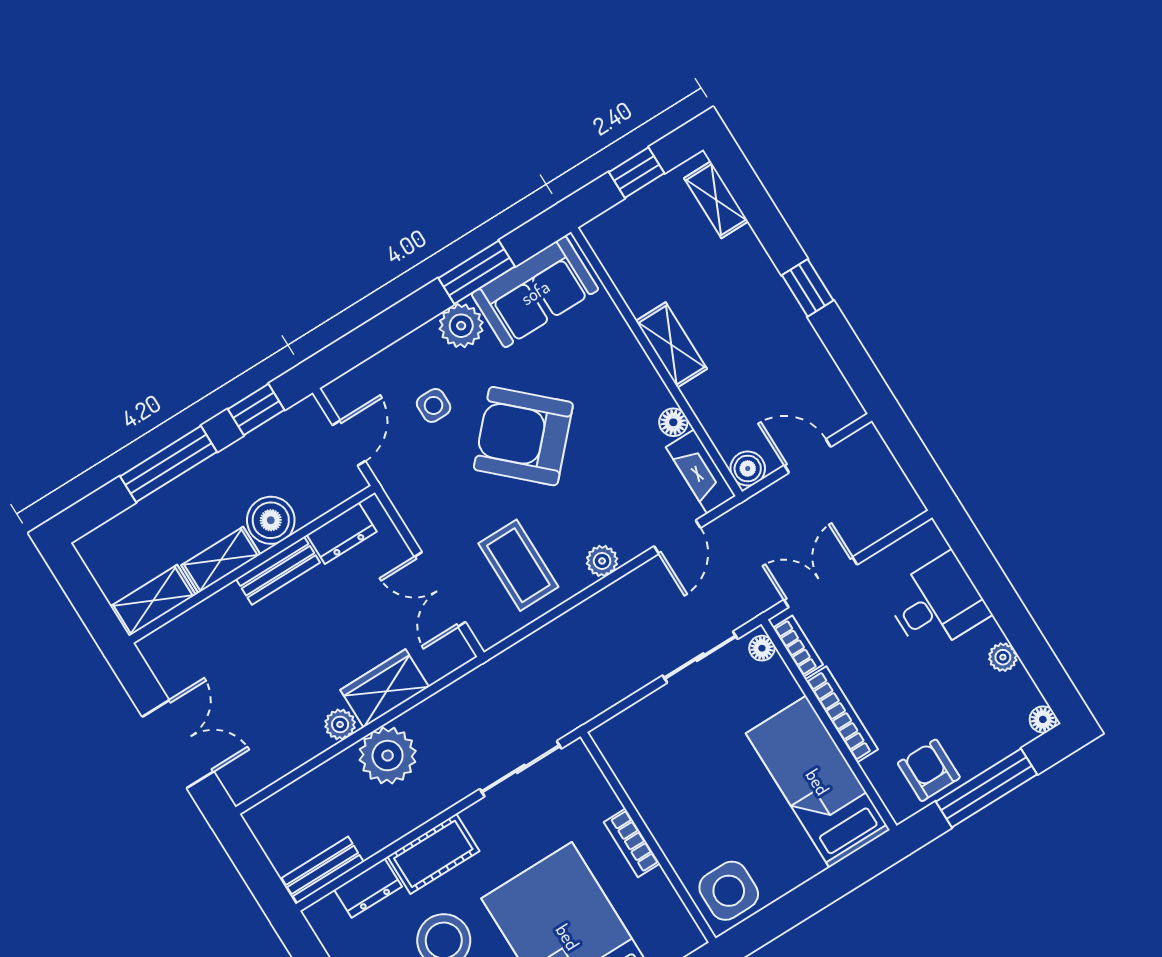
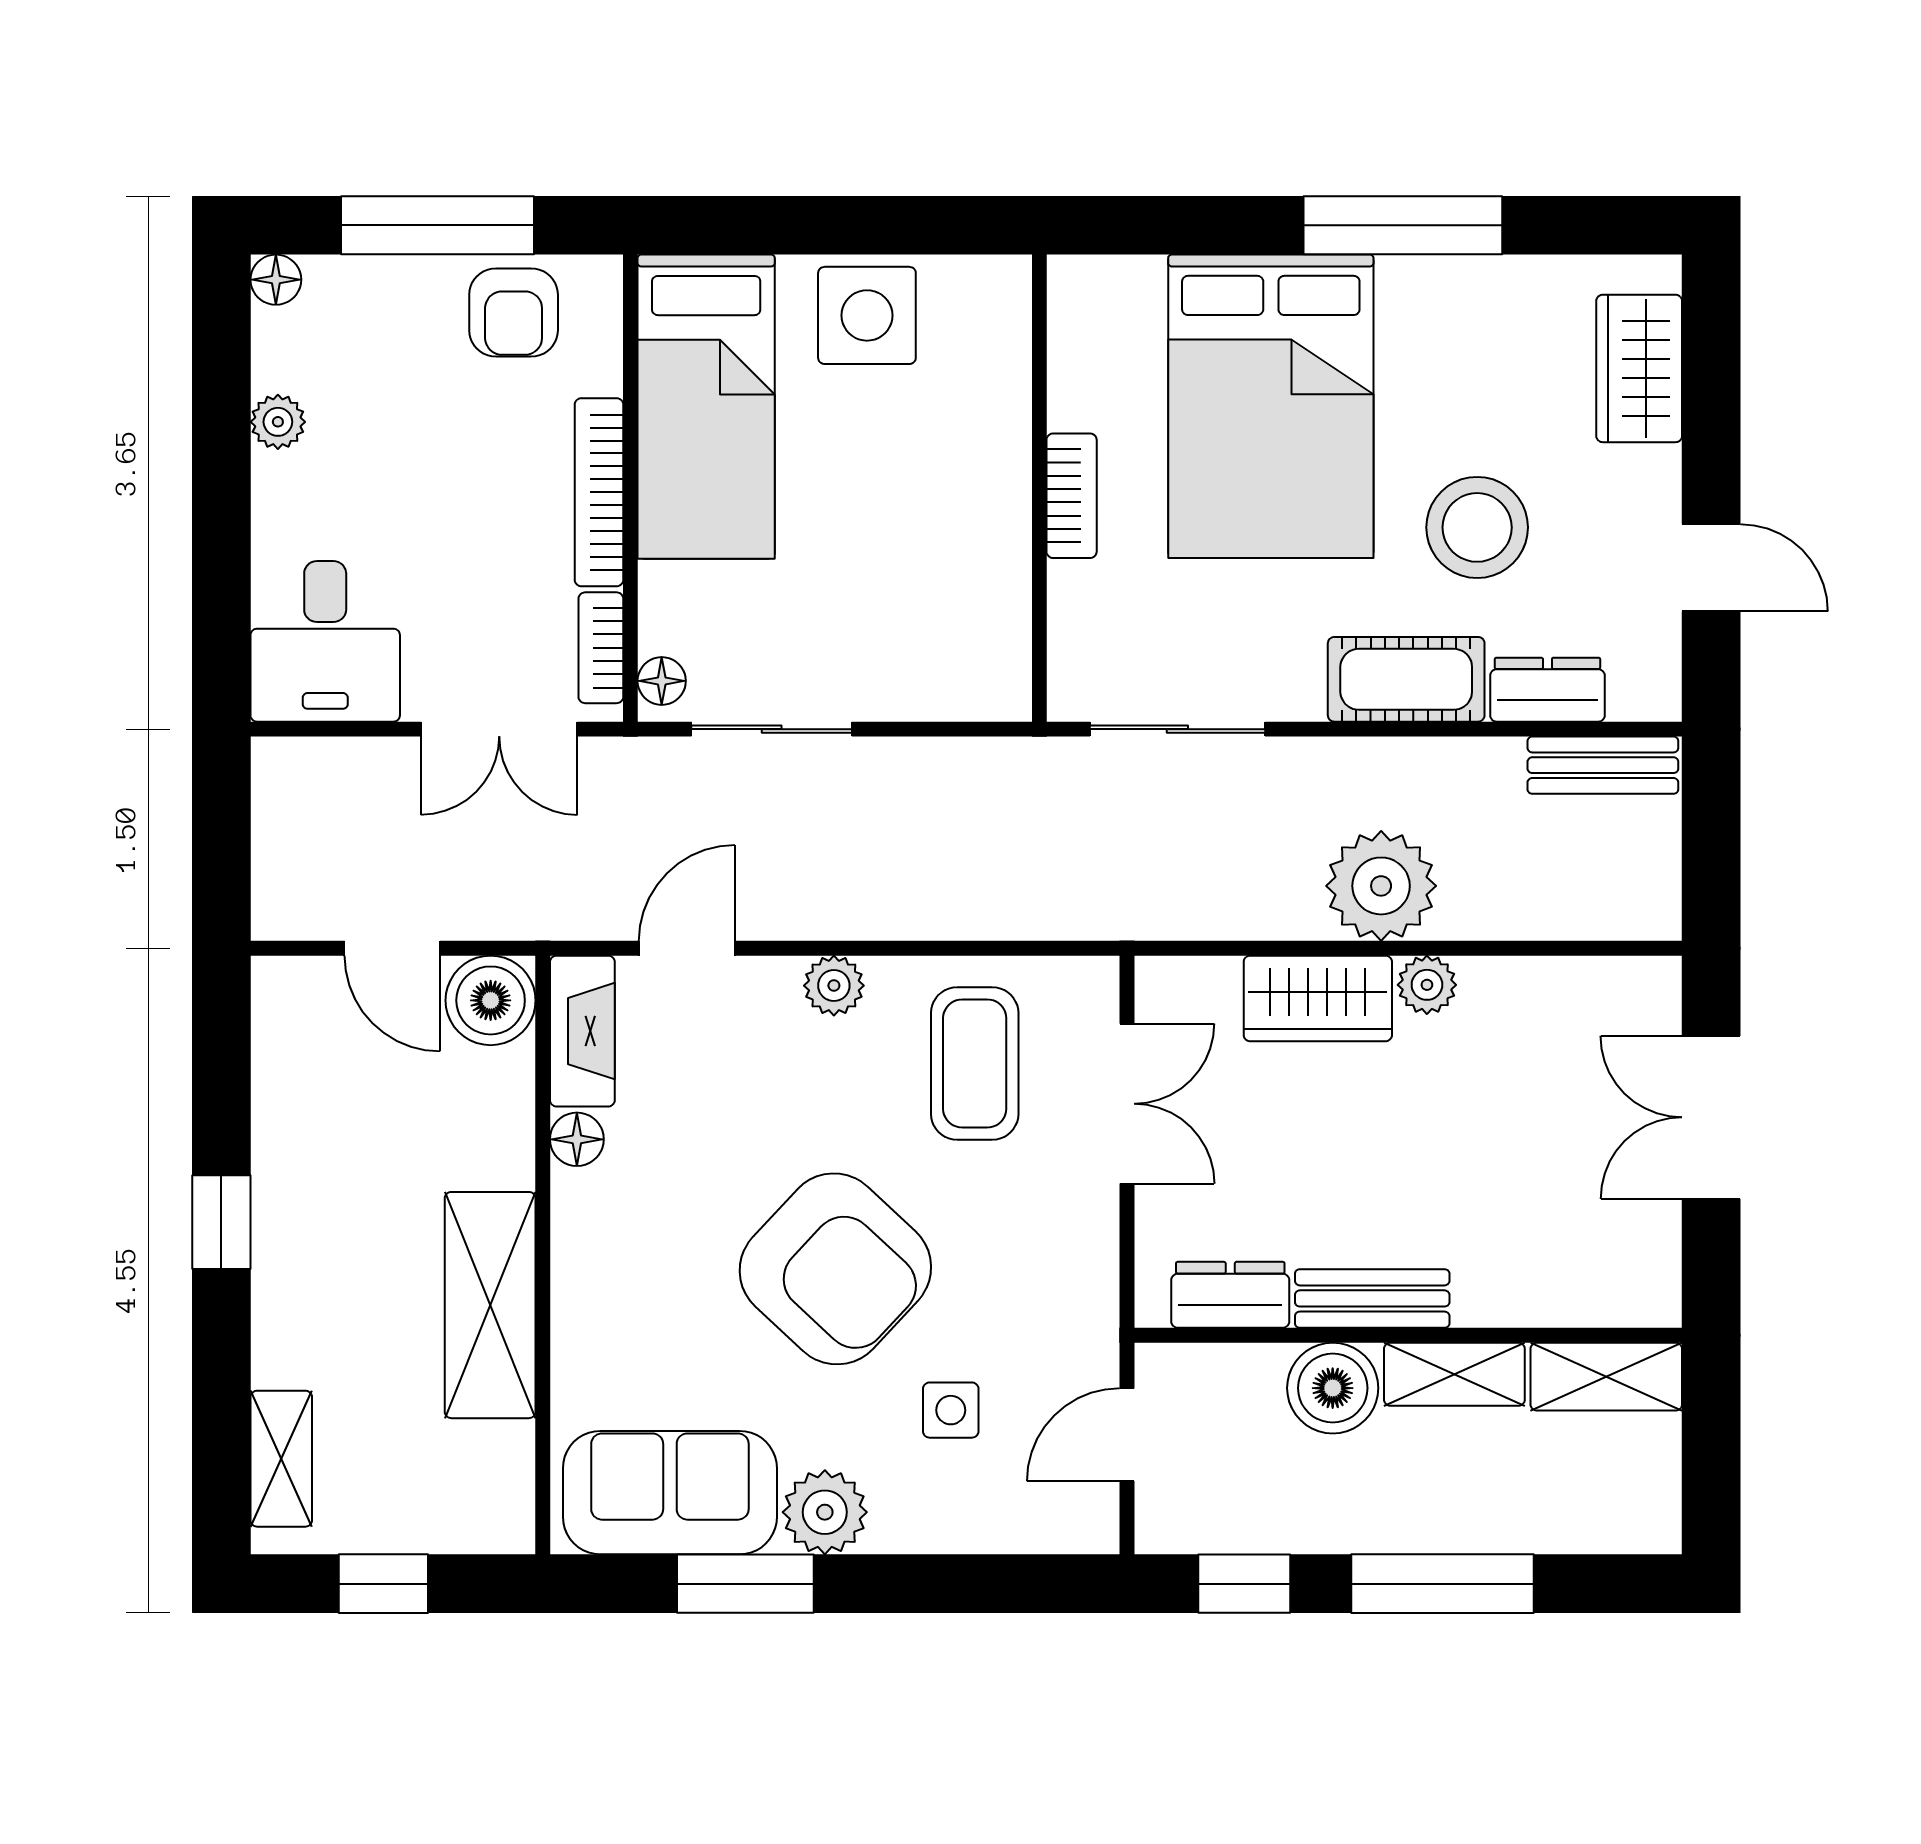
shelving: (671, 345) -> (490, 1305), width x1.50, depth x1.33
boiler: (748, 468) -> (491, 1000), width x1.36, depth x1.36
desk: (937, 604) -> (325, 641), moved, turned -90
side table: (729, 891) -> (867, 315), moved

